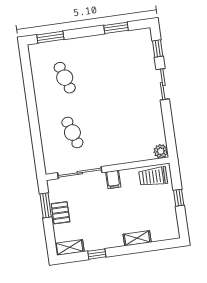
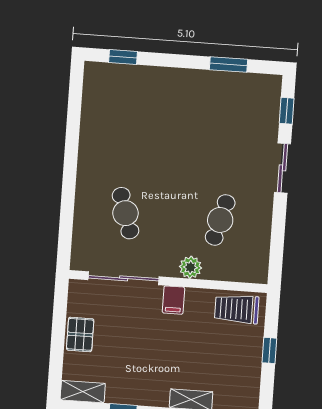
window: (50, 37) -> (123, 57), width x0.67
cafe table: (65, 78) -> (220, 220), moved, turned 33
plant: (161, 151) -> (190, 267), moved
window: (46, 205) -> (59, 318), removed

